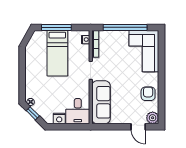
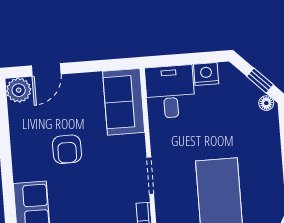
armchair: (148, 94) -> (67, 149), moved
sofa: (101, 102) -> (124, 102), width x0.73
door: (138, 127) -> (46, 70), swing flipped

